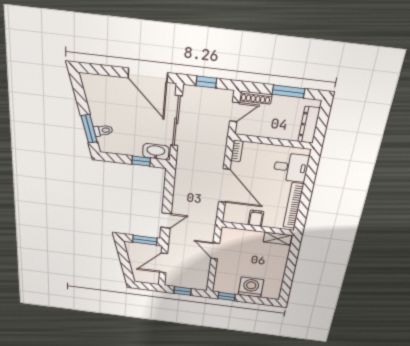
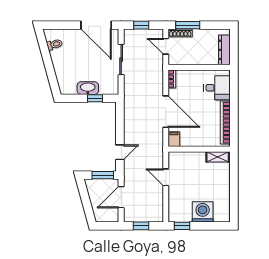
window: (288, 91) -> (188, 25), moved
door: (235, 112) -> (166, 46), swing flipped
sliding door: (176, 121) -> (121, 59), width x0.73
window: (89, 129) -> (51, 75), removed
toilet: (103, 131) -> (55, 44), moved
washbasin: (156, 152) -> (88, 88), moved
filing cabinet: (256, 218) -> (174, 139), moved

